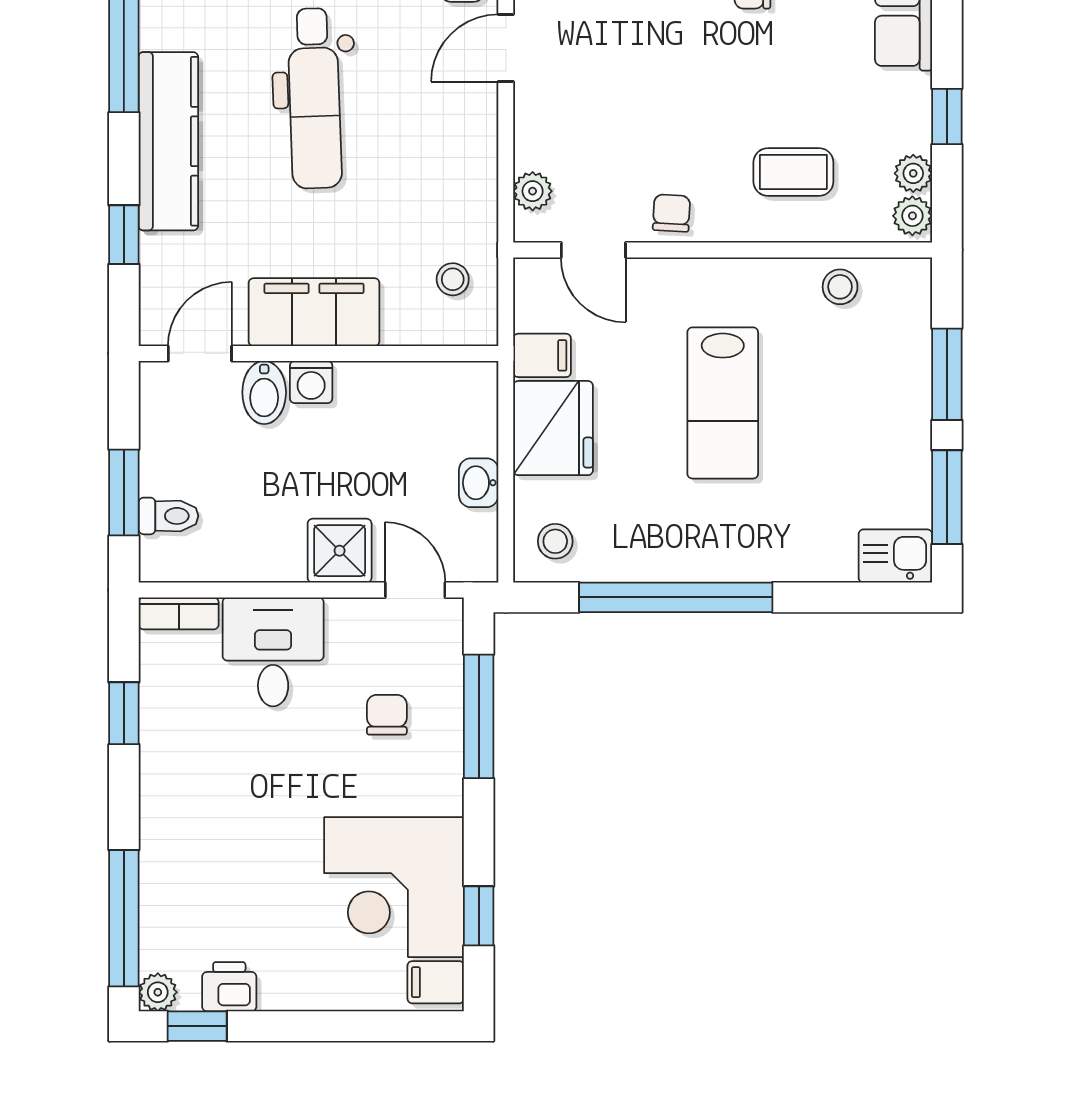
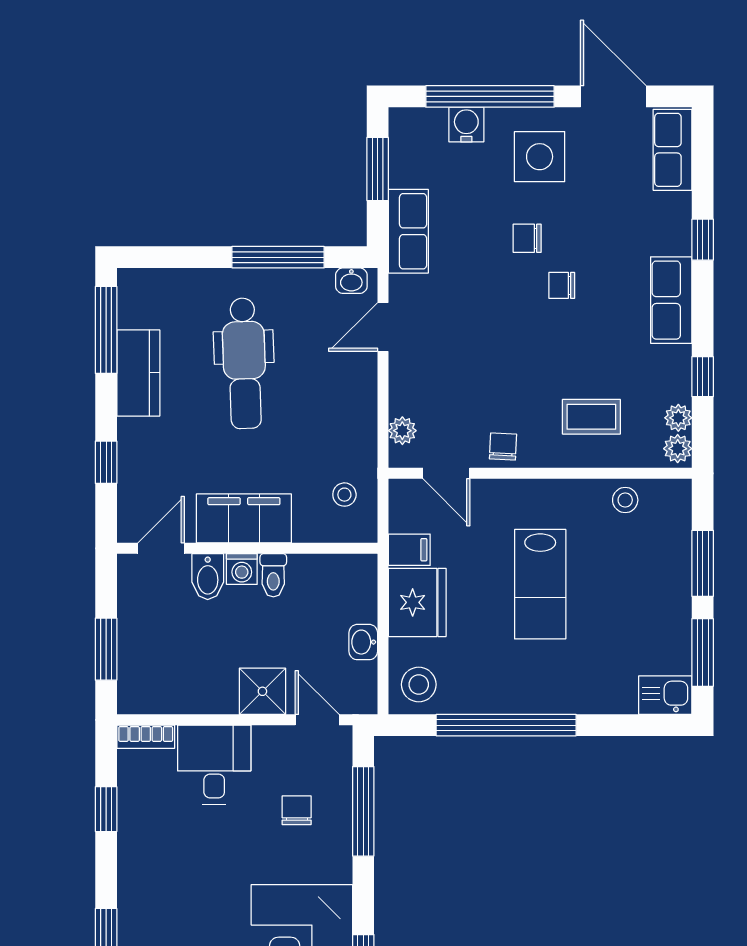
kitchen counter: (168, 141) -> (138, 373), width x0.67
toilet: (168, 516) -> (273, 575), moved, turned 90
stool: (555, 541) -> (419, 684), width x1.37, depth x1.37

